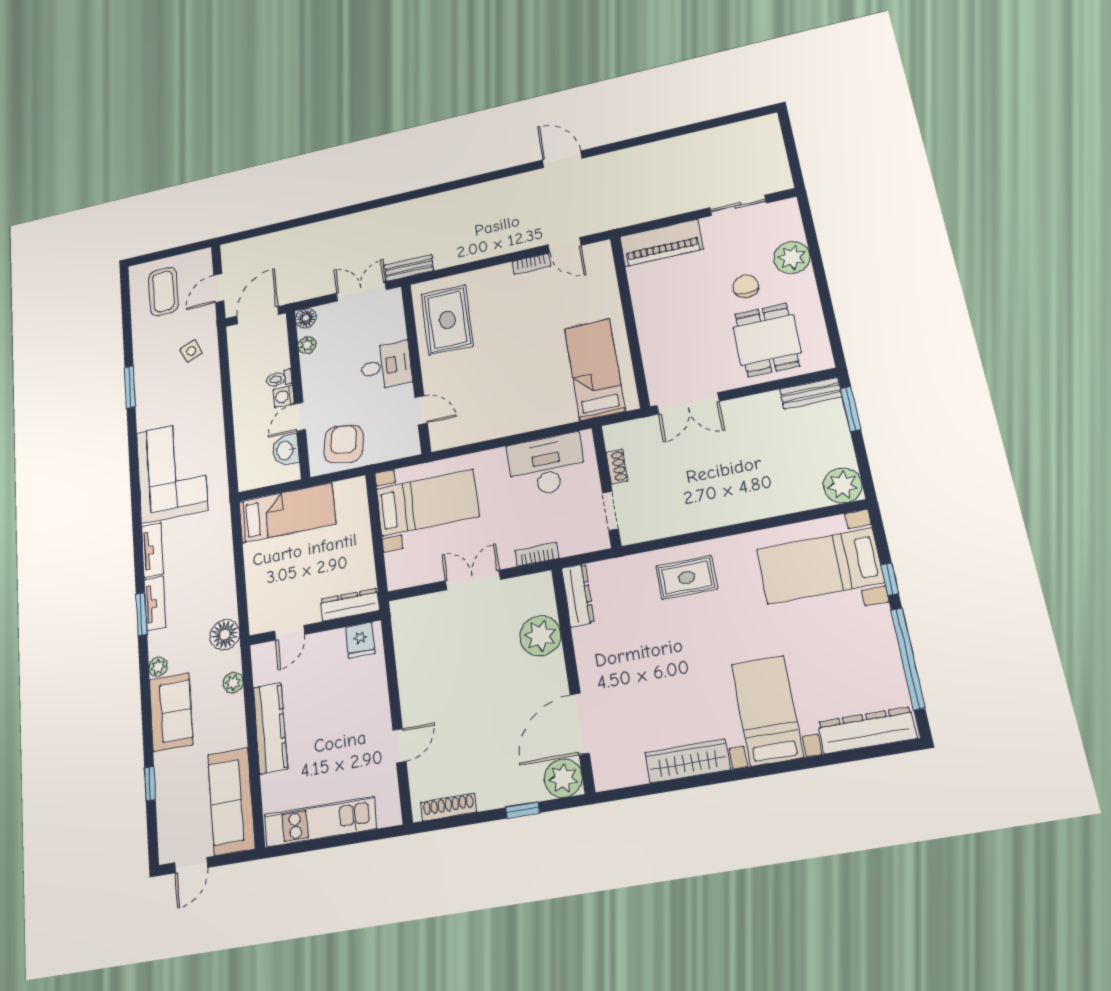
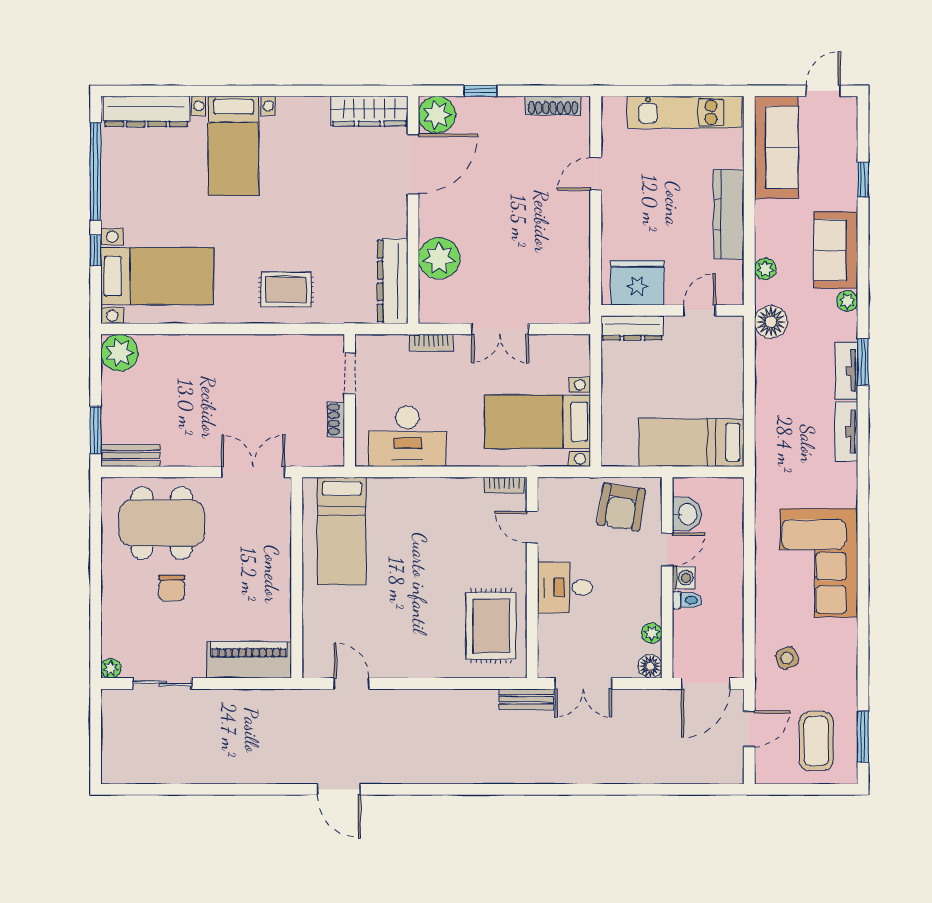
plant: (792, 258) -> (111, 668), moved, width x0.53, depth x0.53
bookcase: (531, 264) -> (504, 485), moved, turned 180
dining table: (767, 340) -> (162, 523), width x1.37
window: (130, 387) -> (863, 737), moved
corner sofa: (172, 471) -> (819, 563), moved
dresser: (578, 595) -> (393, 281), width x1.37, depth x1.24
fridge: (360, 640) -> (637, 283), width x1.88, depth x1.34
wardrobe: (687, 761) -> (369, 111), moved

